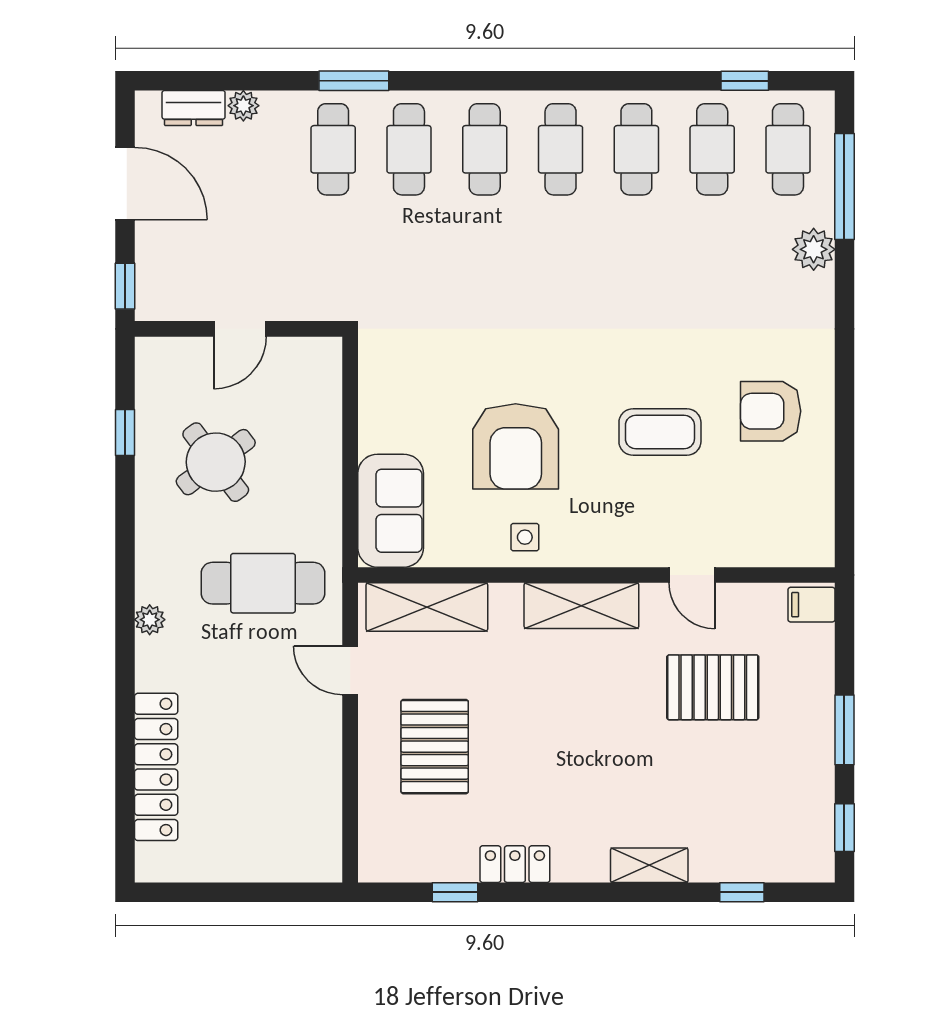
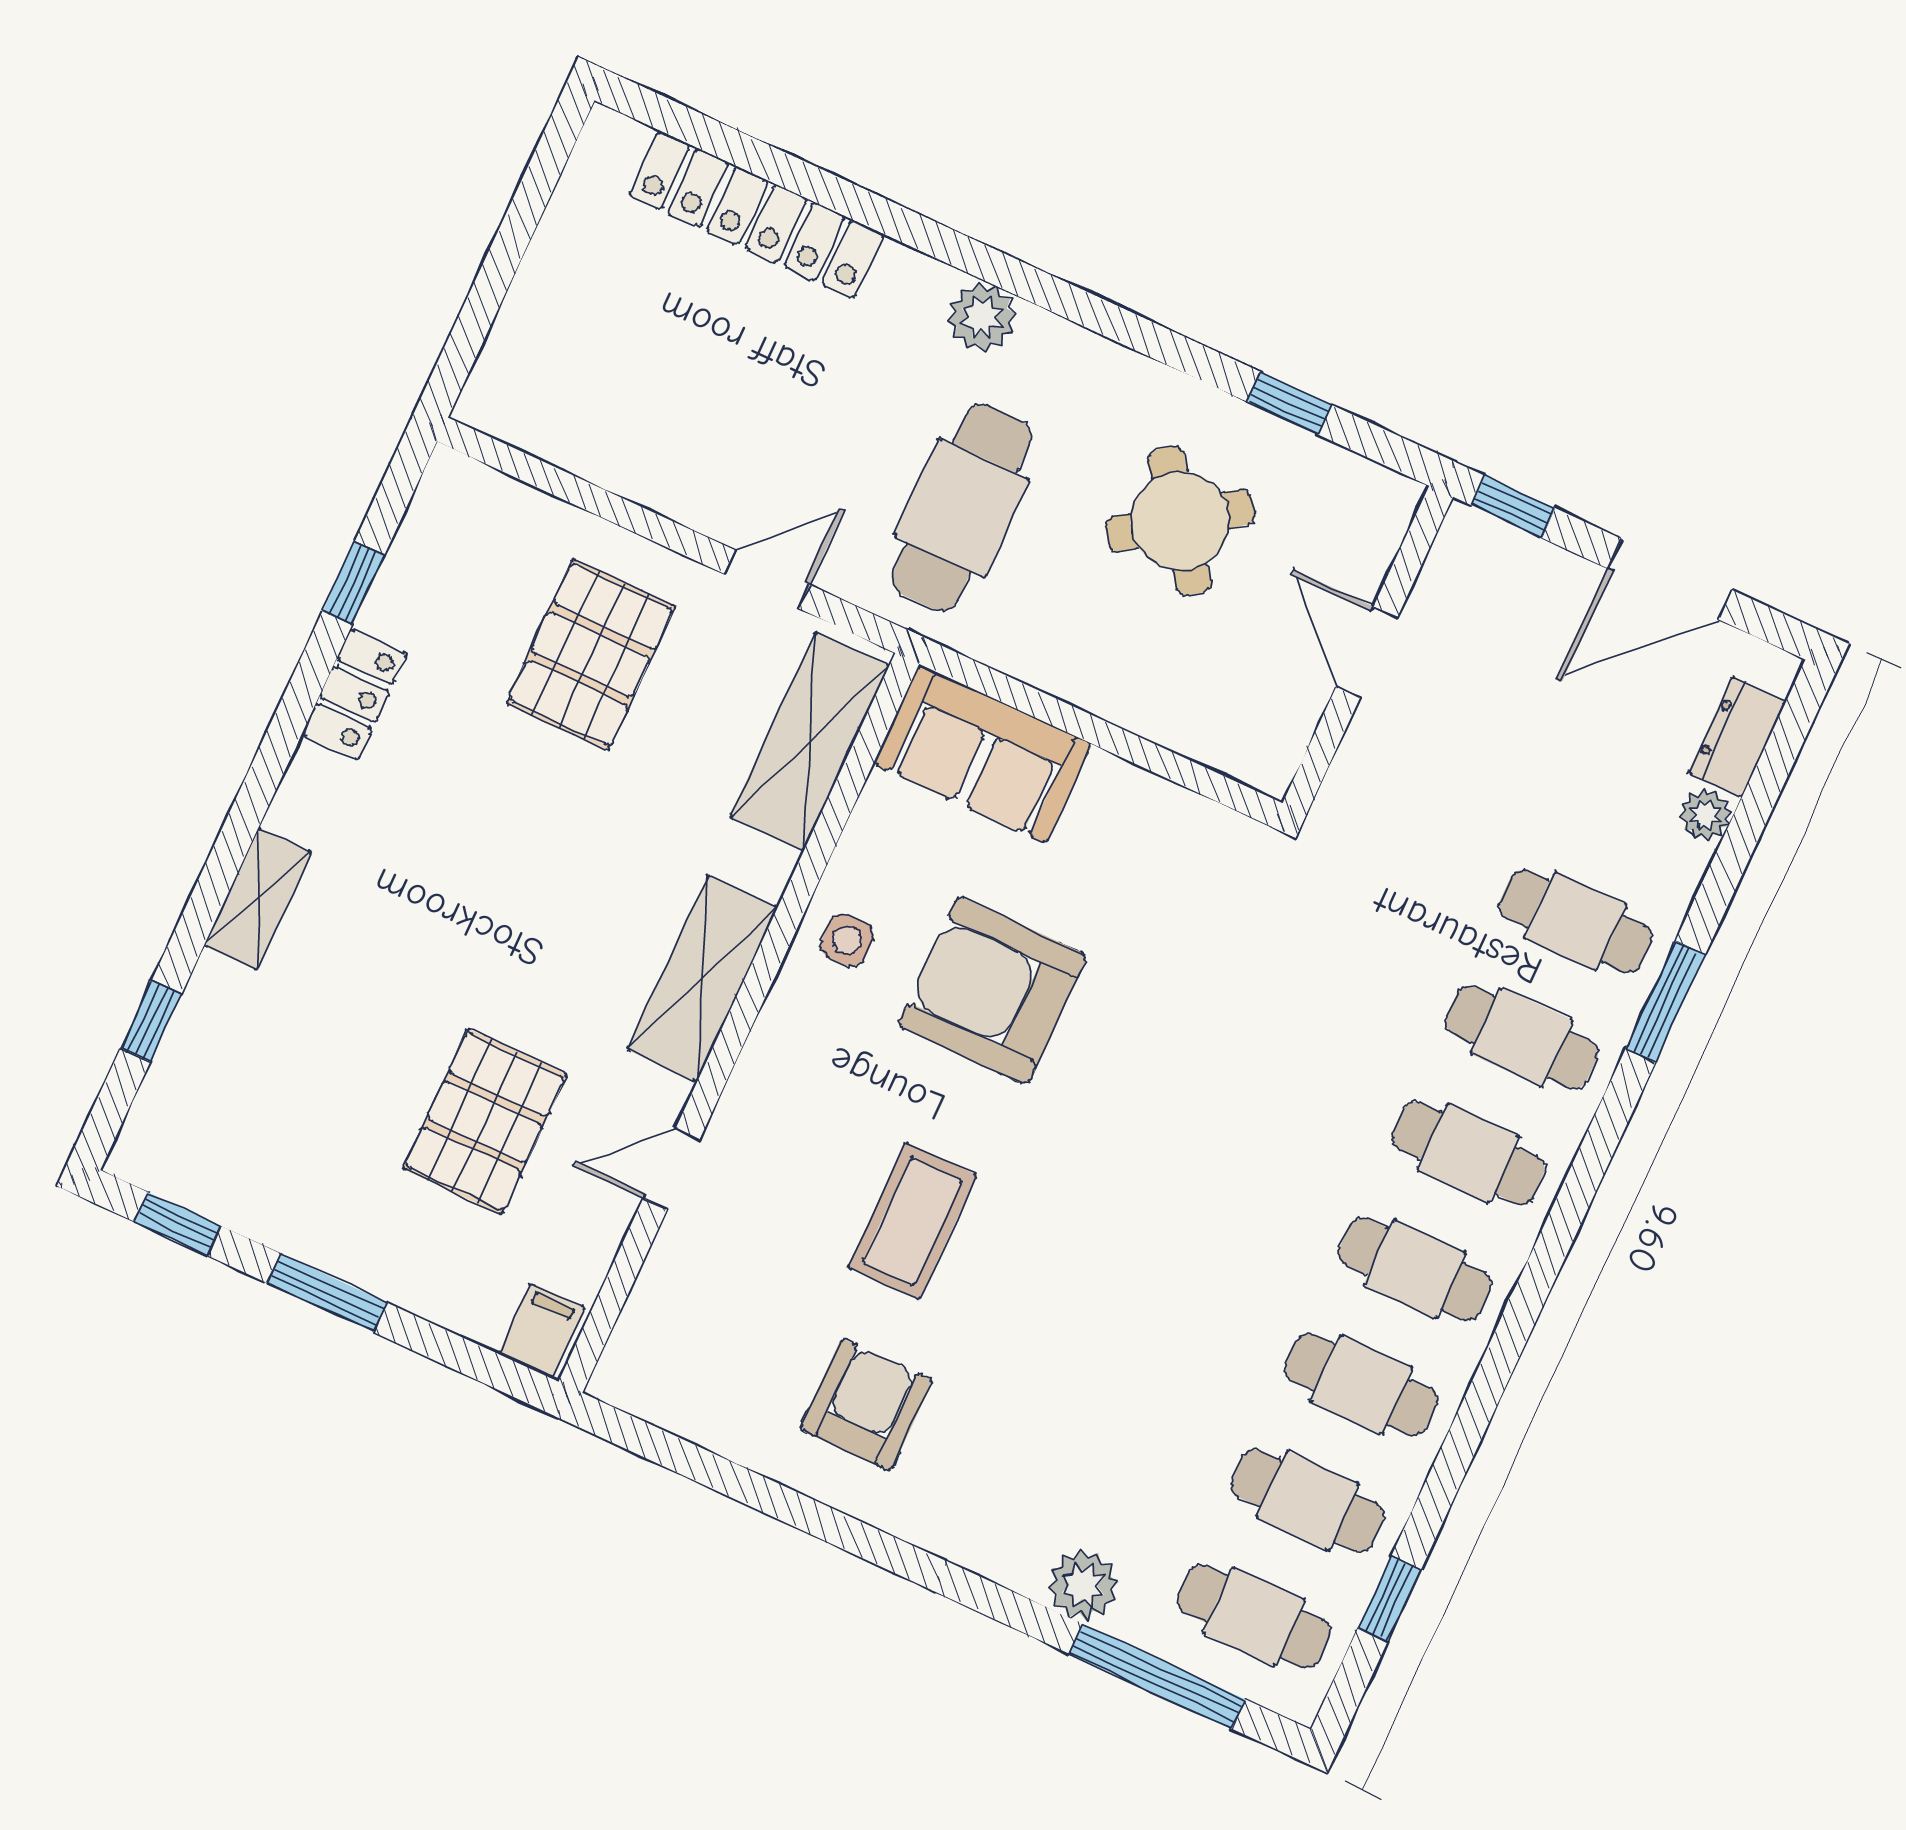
plant: (150, 620) -> (982, 317), width x1.38, depth x1.38
pallet: (435, 747) -> (591, 655), turned 90

